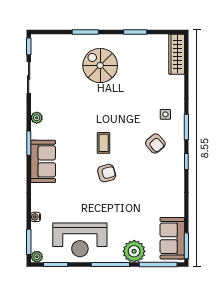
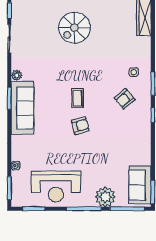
spiral stairs: (100, 65) -> (74, 28), turned -90
armchair: (155, 144) -> (125, 99), turned 91
sofa: (43, 161) -> (22, 108), width x1.36
plant: (37, 257) -> (17, 202), removed

